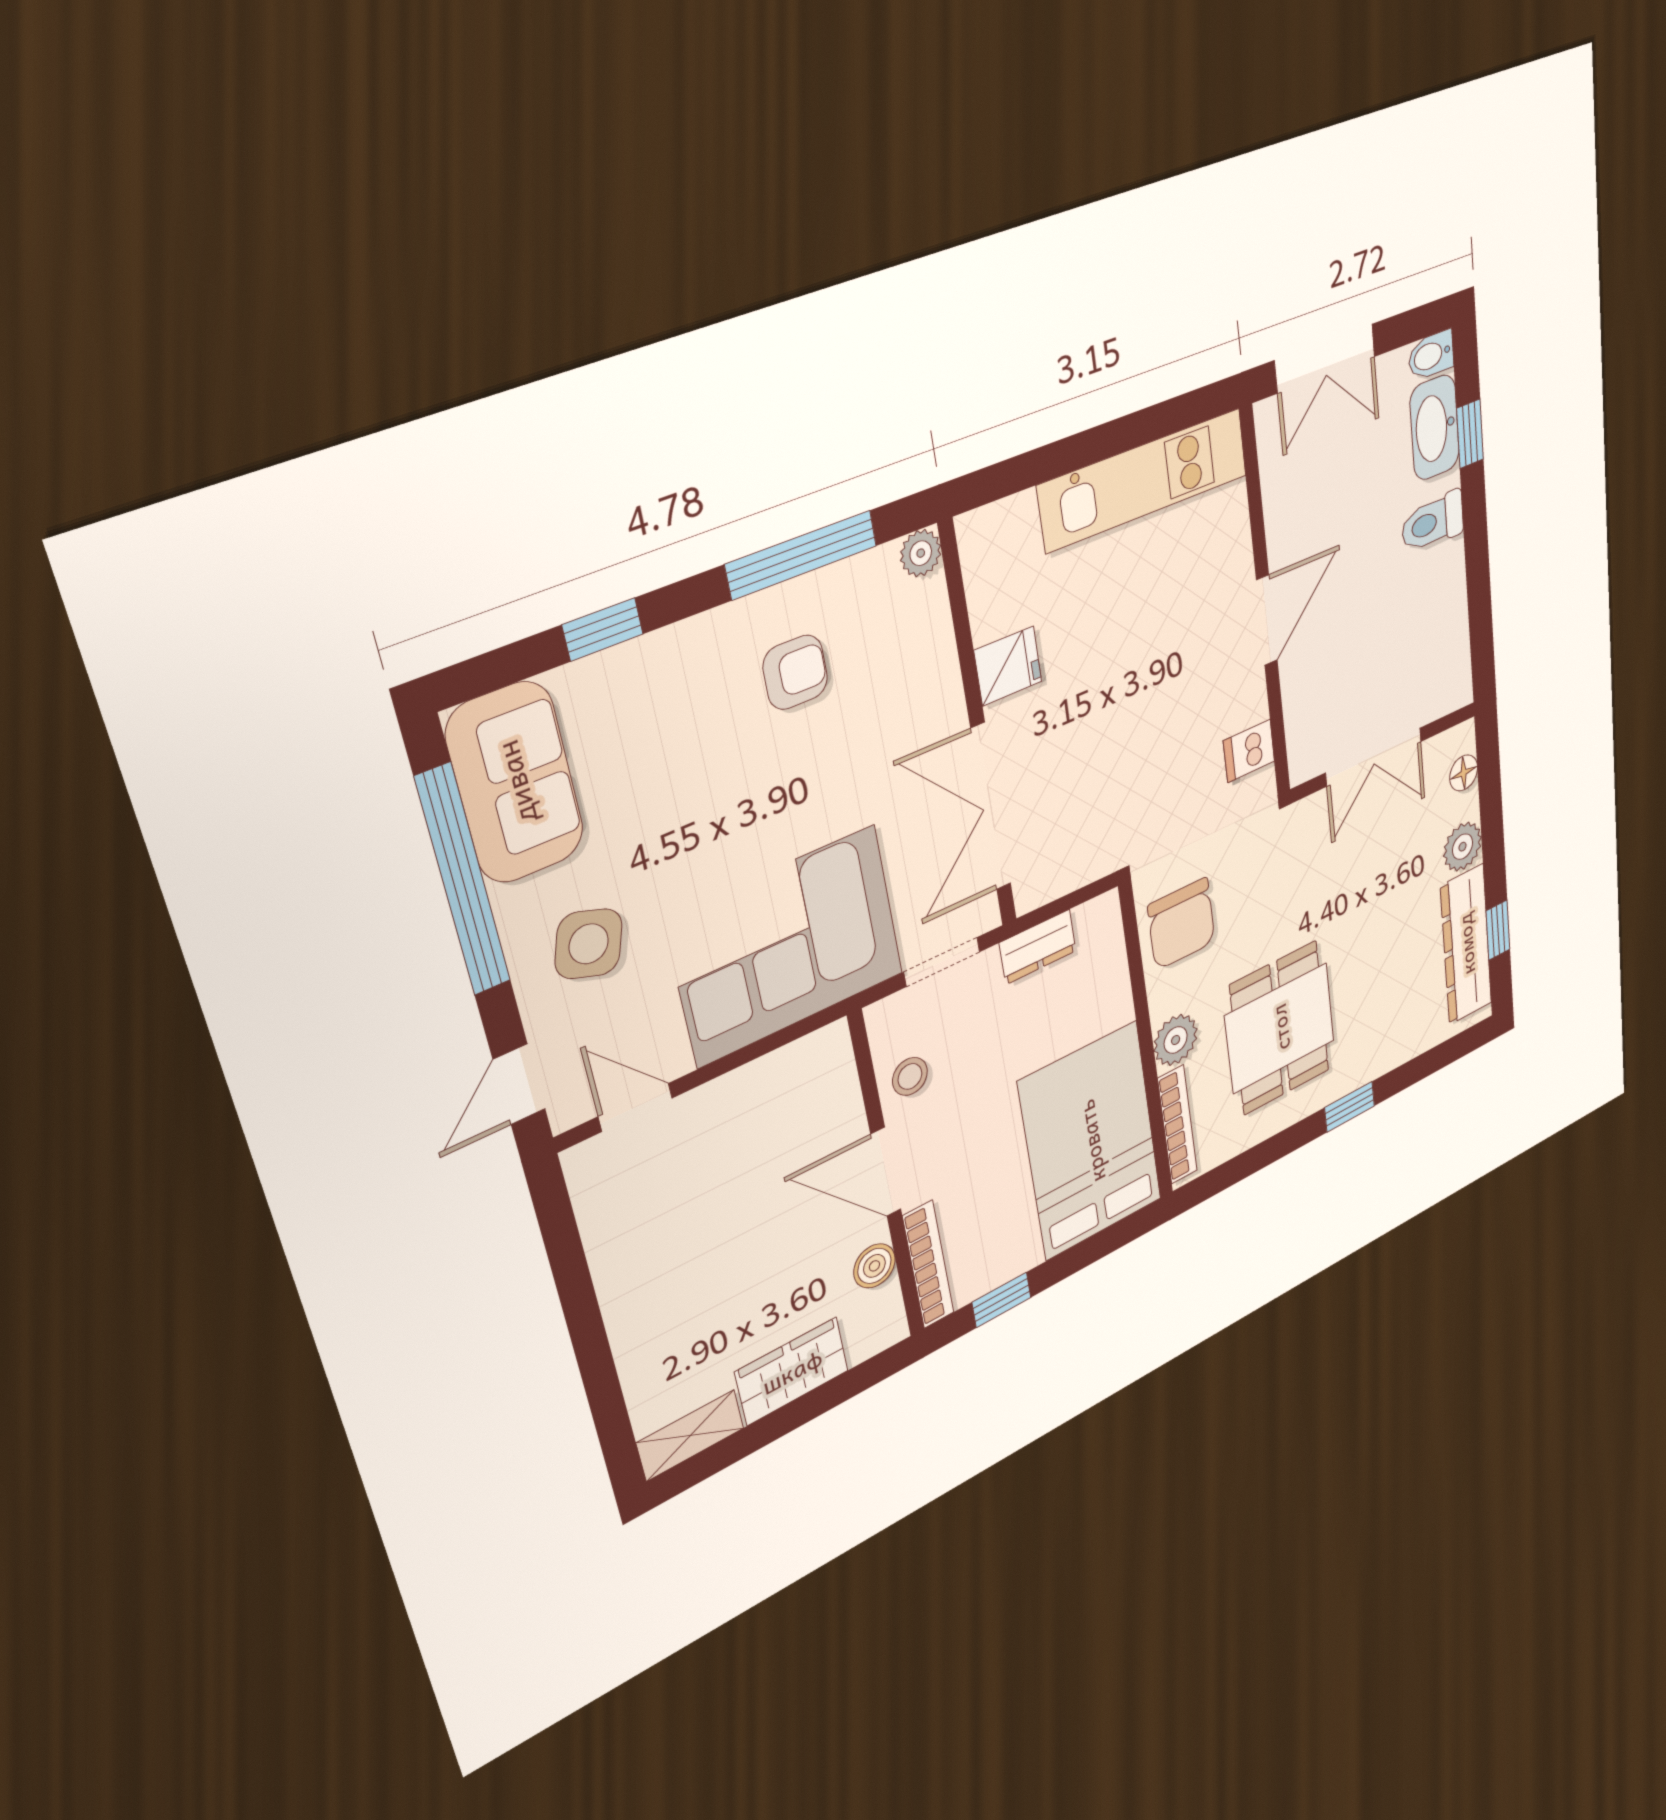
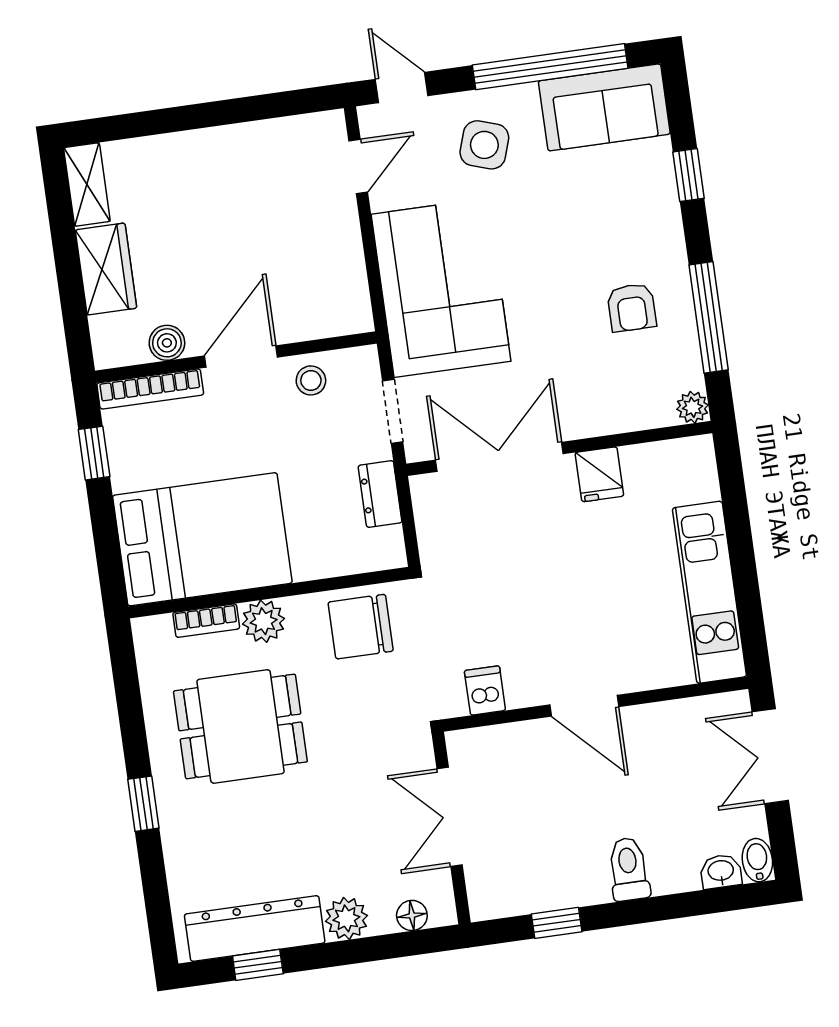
washbasin: (1435, 427) -> (721, 871), width x0.52, depth x0.69
window: (1470, 434) -> (557, 923), moved
bookcase: (1177, 1125) -> (206, 621), width x0.64

